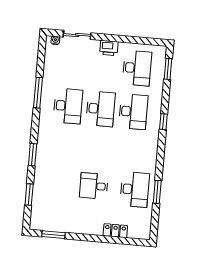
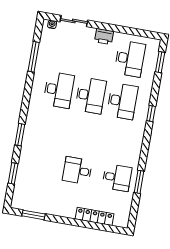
window: (38, 93) -> (34, 57), moved
desk: (135, 189) -> (117, 178), width x0.73
locker: (115, 231) -> (95, 216), width x1.53

